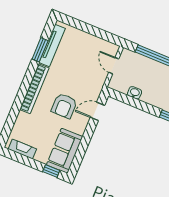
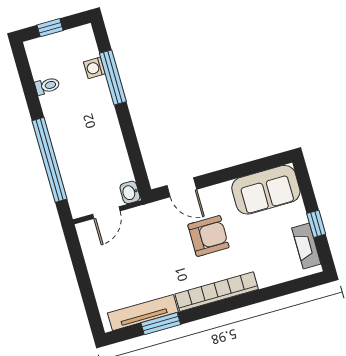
washbasin: (135, 93) -> (130, 192), moved
window: (51, 171) -> (316, 224), moved

